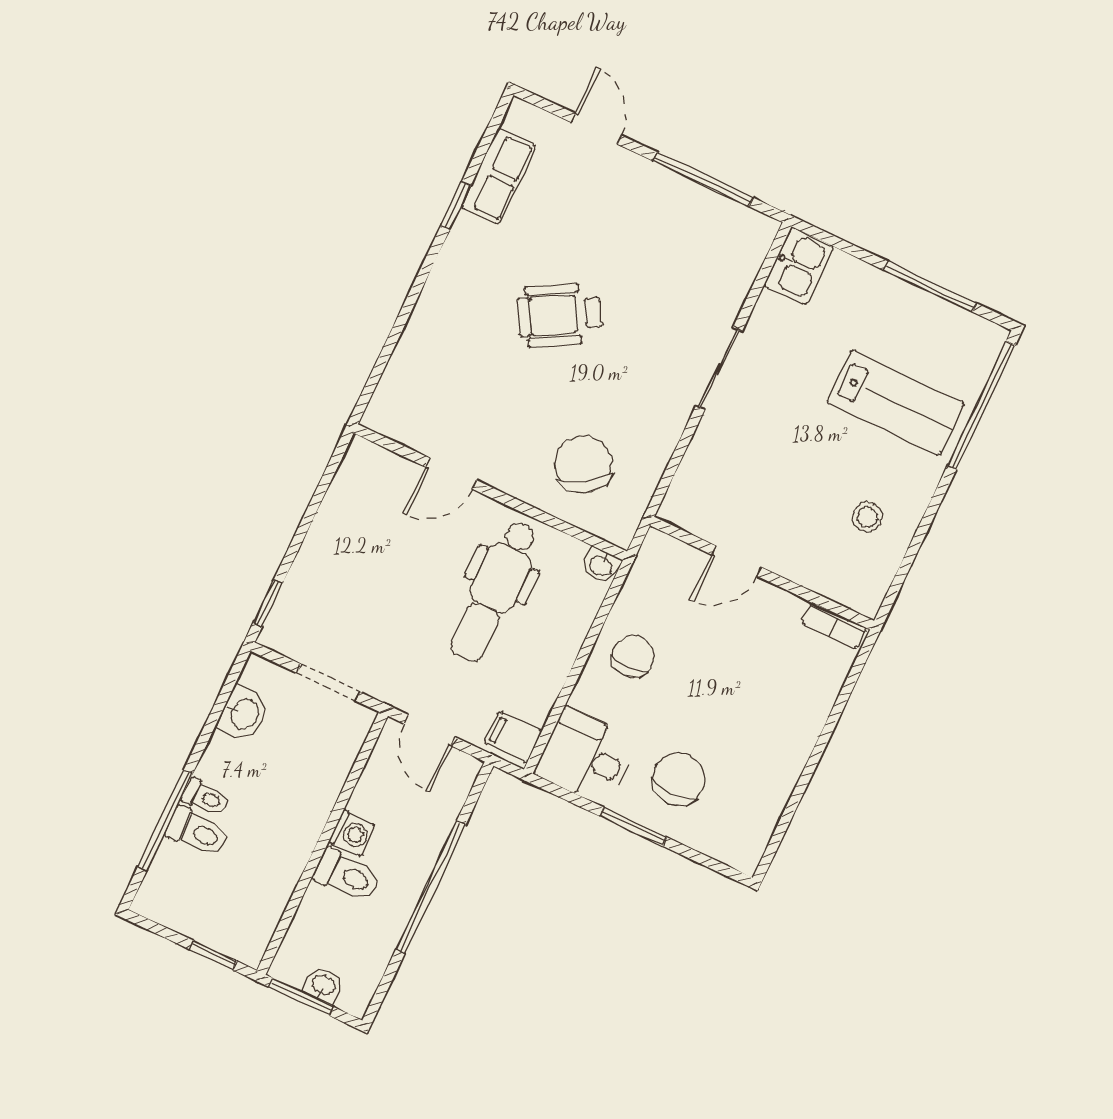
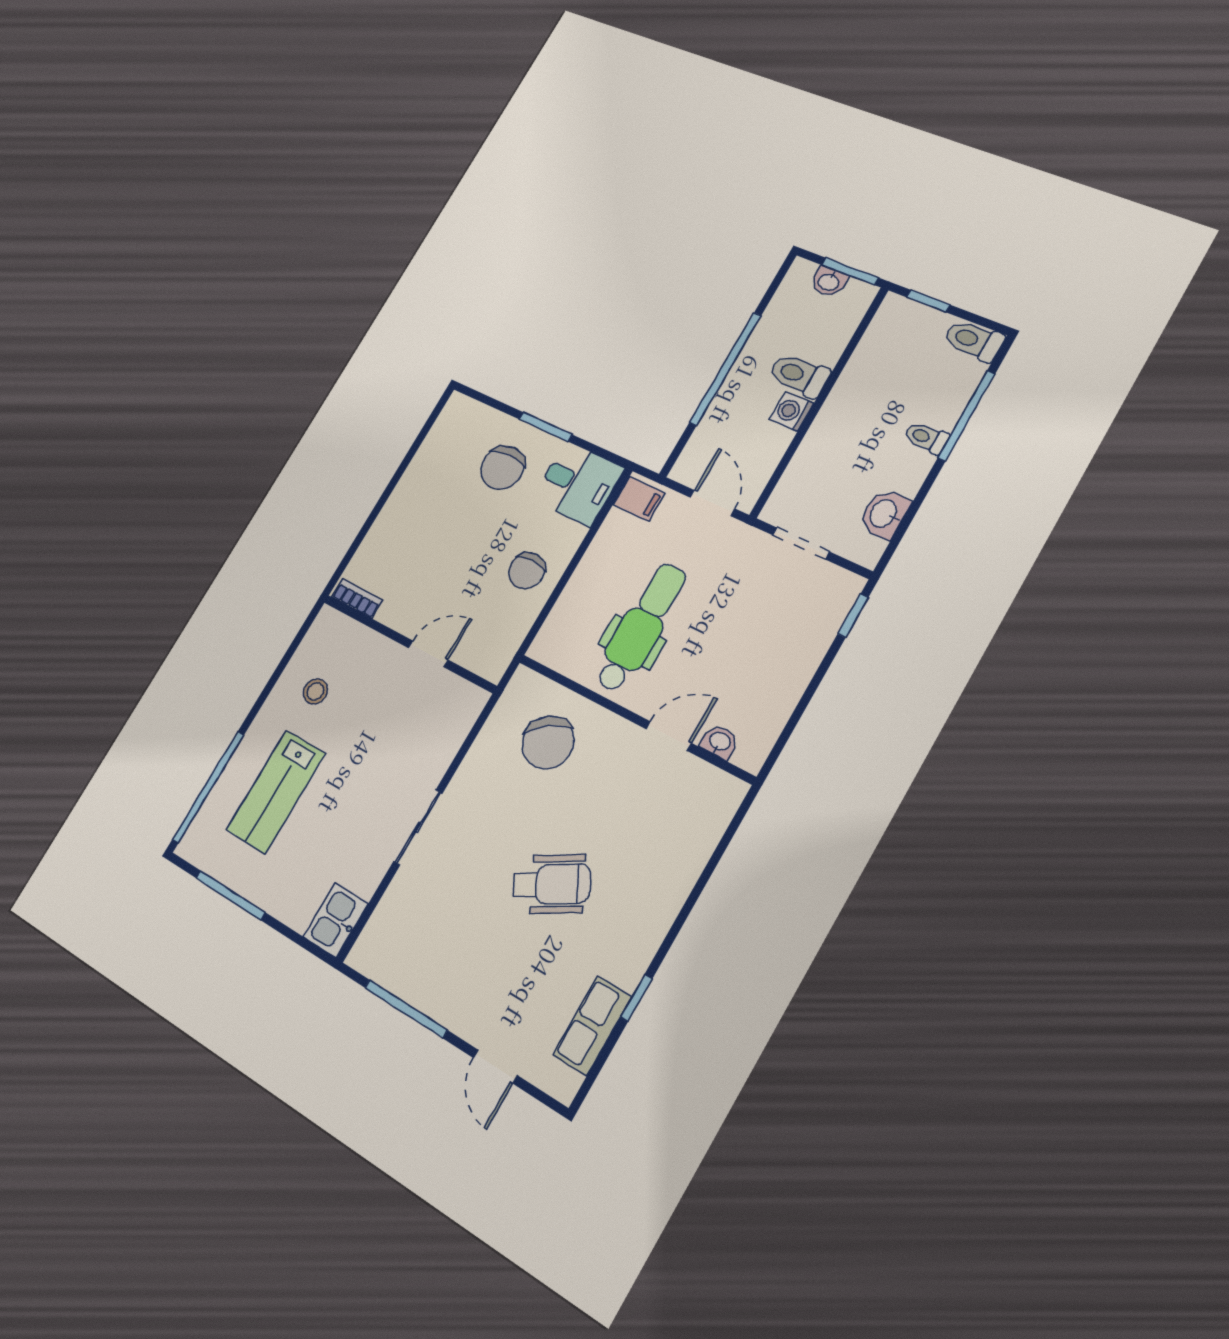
lab bench: (896, 403) -> (276, 792), turned -90
washbasin: (601, 565) -> (720, 742), moved
toilet: (198, 832) -> (973, 340), moved

